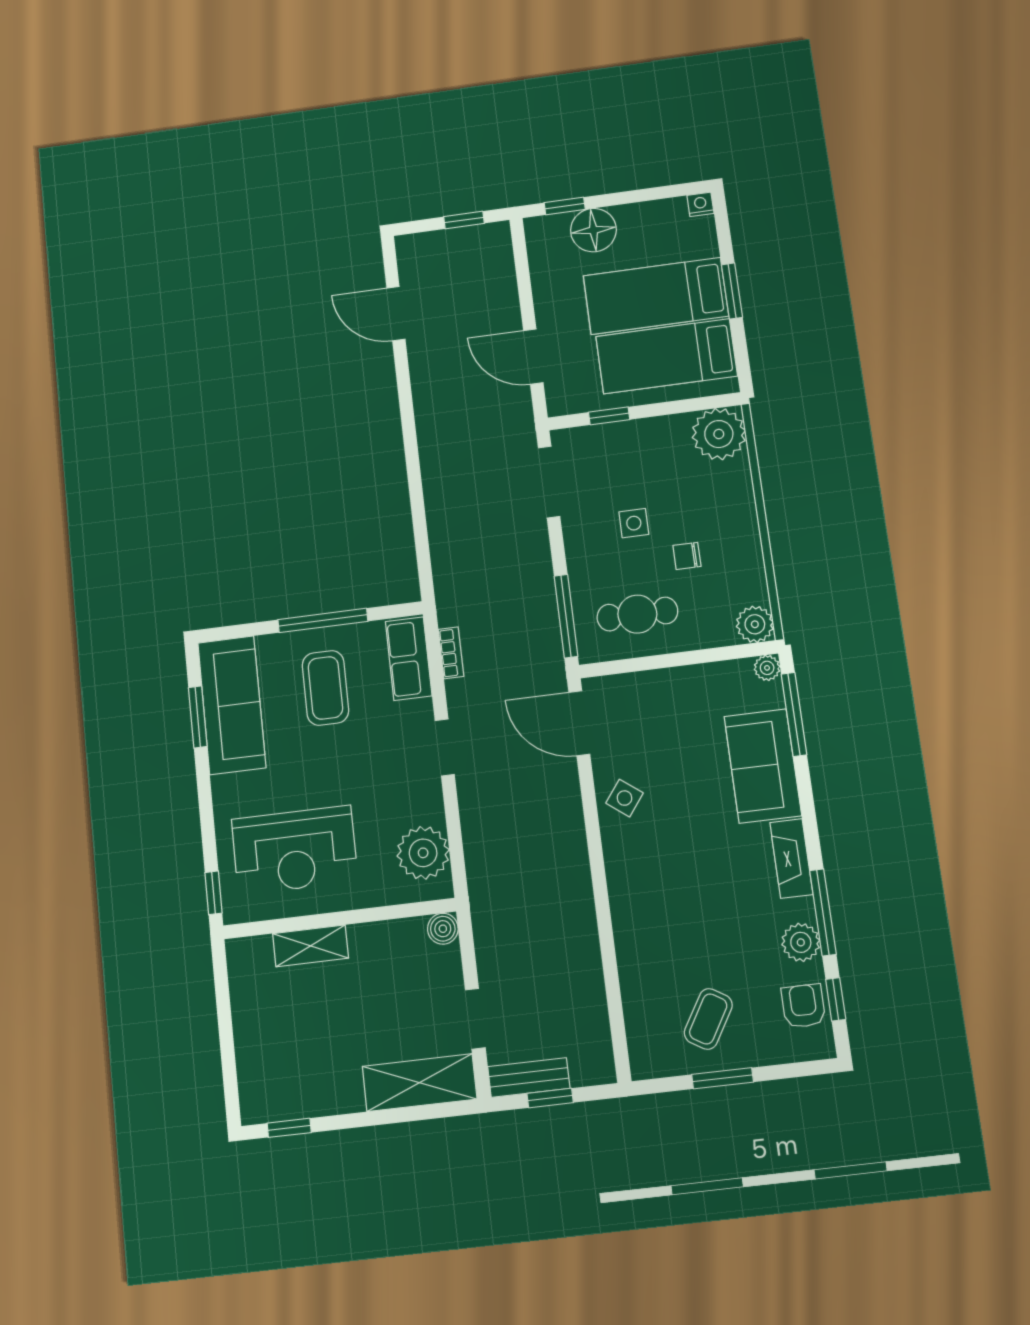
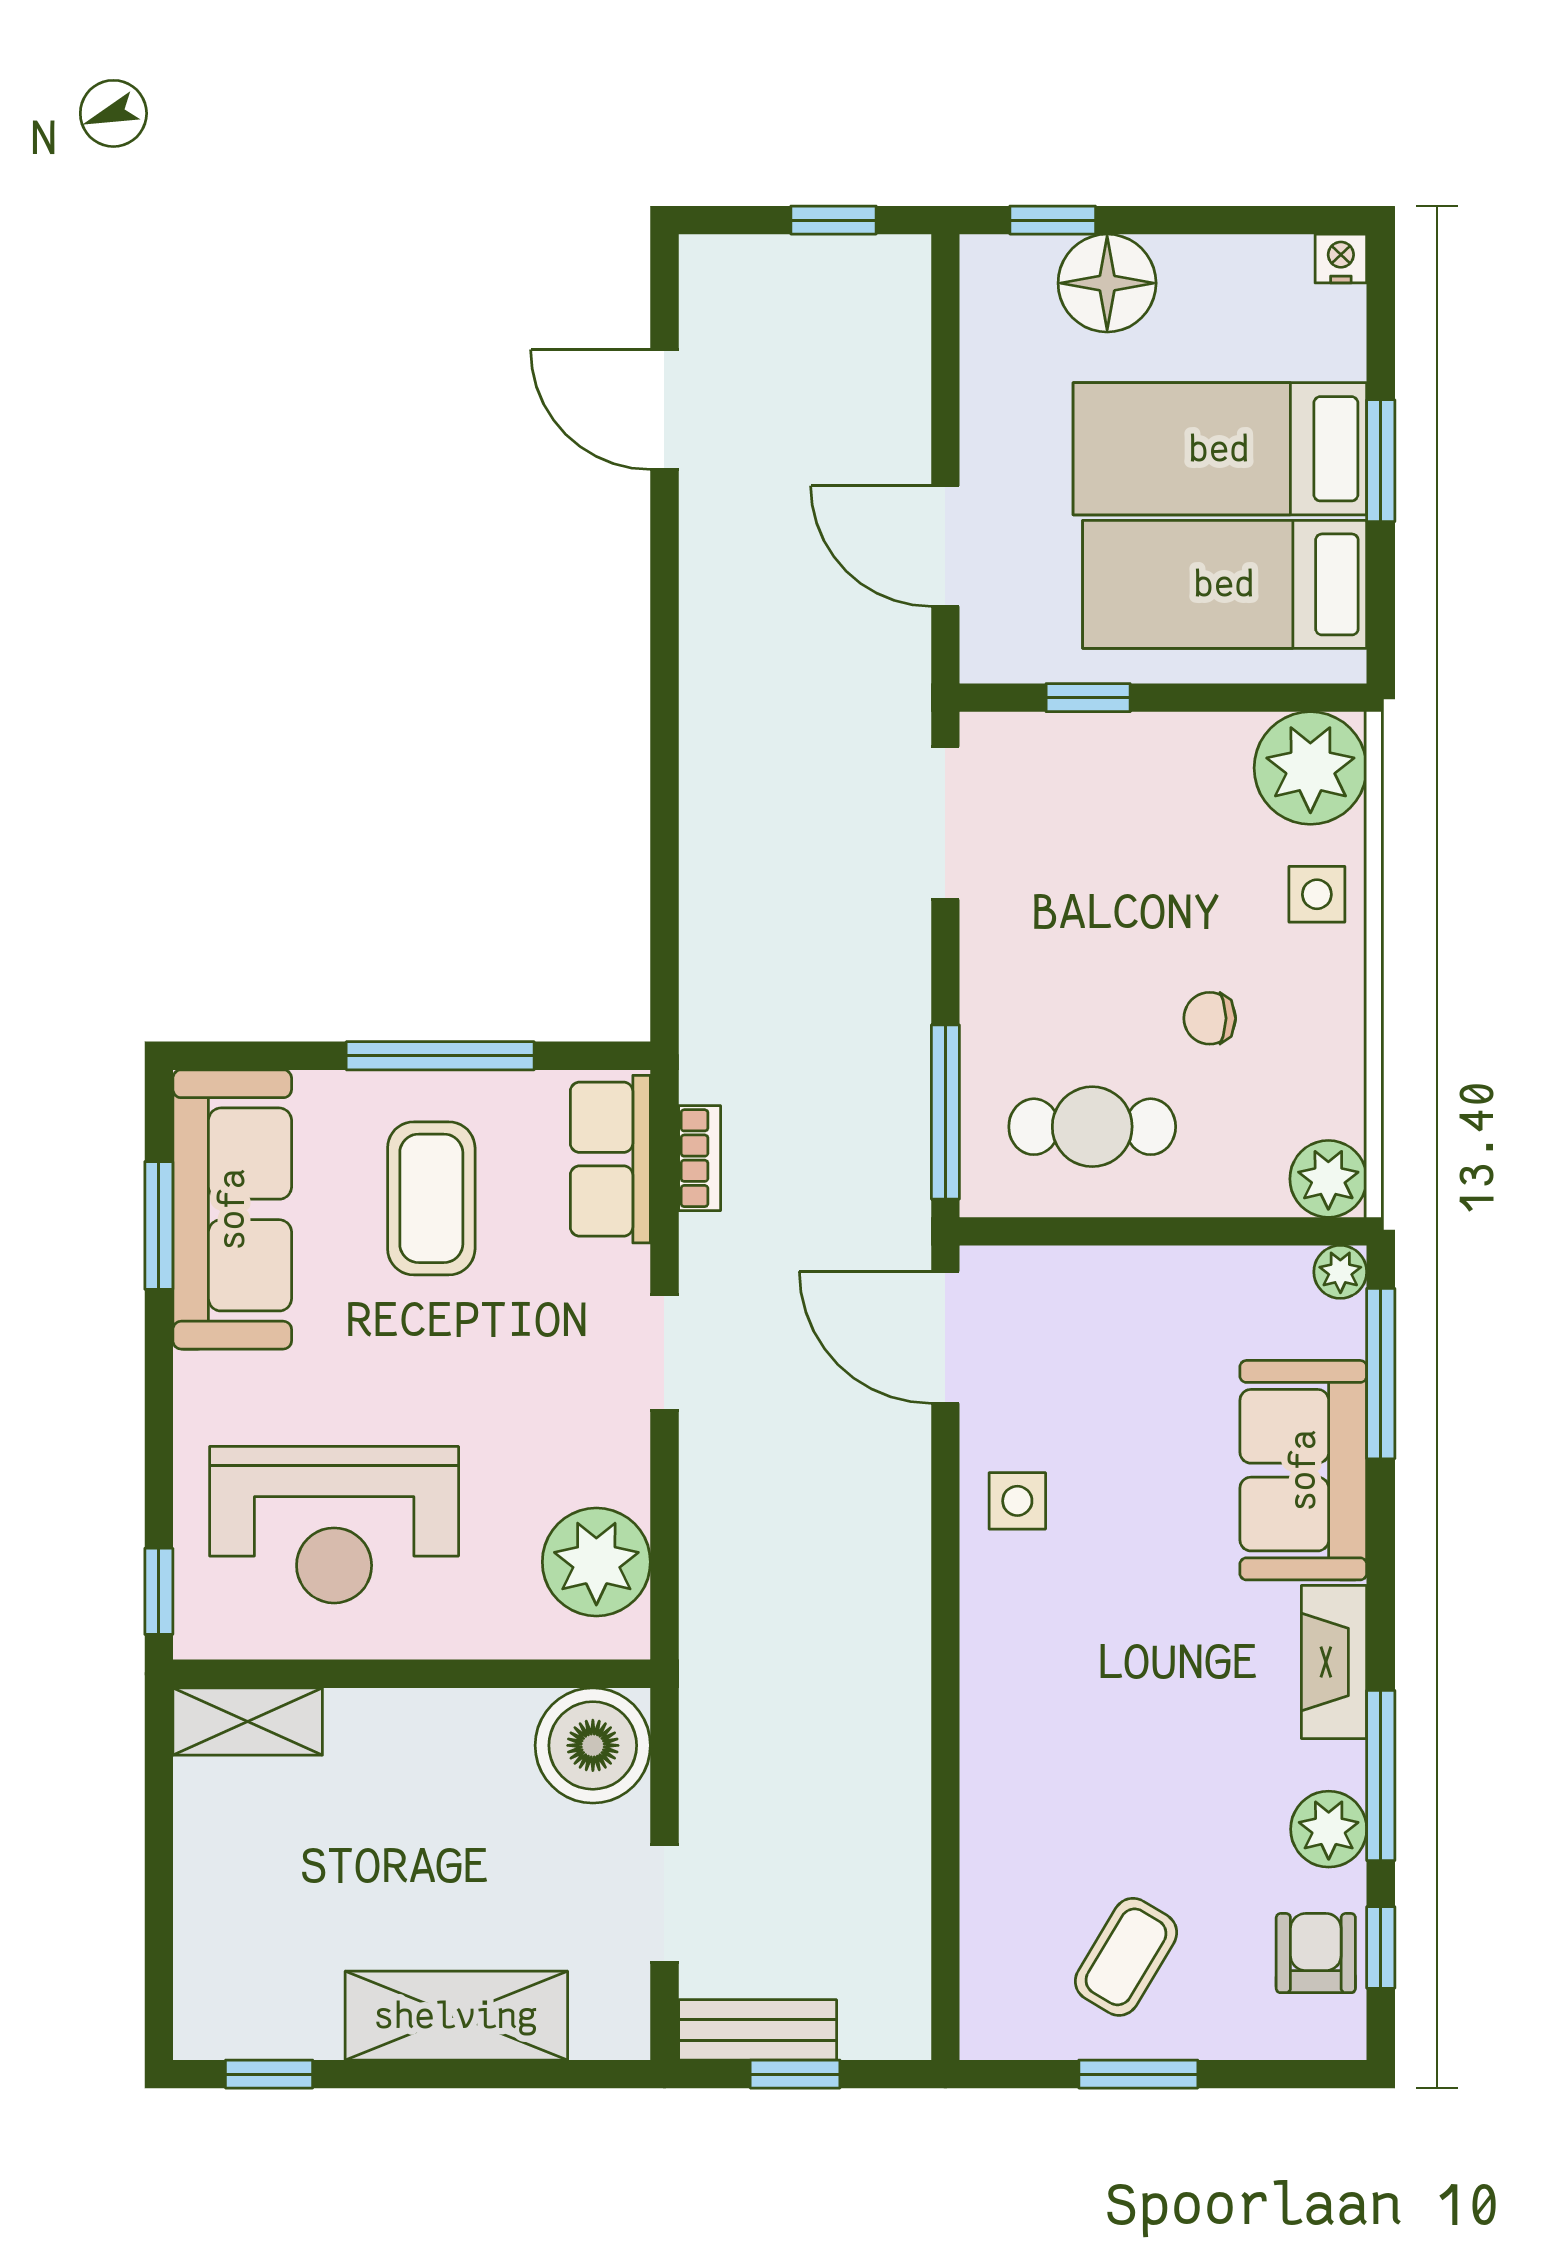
side table: (634, 523) -> (1317, 894), moved
side table: (624, 798) -> (1017, 1501), turned -37
boiler: (443, 929) -> (593, 1745), width x1.86, depth x1.86
shelving: (310, 946) -> (248, 1721), moved
shelving: (420, 1083) -> (456, 2016), moved

